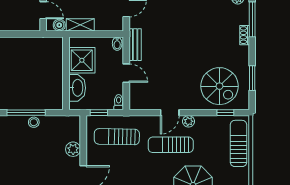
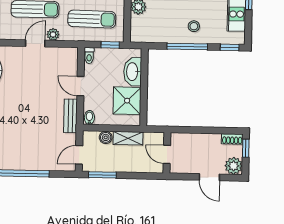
boiler: (59, 25) -> (106, 137), moved
plant: (189, 121) -> (53, 34), moved
stool: (34, 122) -> (194, 26), moved

